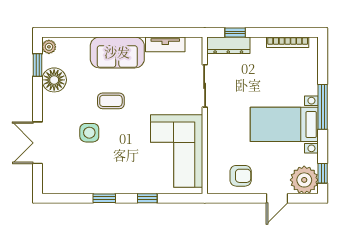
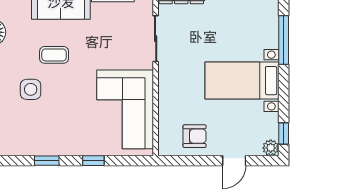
window: (323, 107) -> (284, 40), moved
plant: (304, 180) -> (271, 148), width x0.53, depth x0.53

